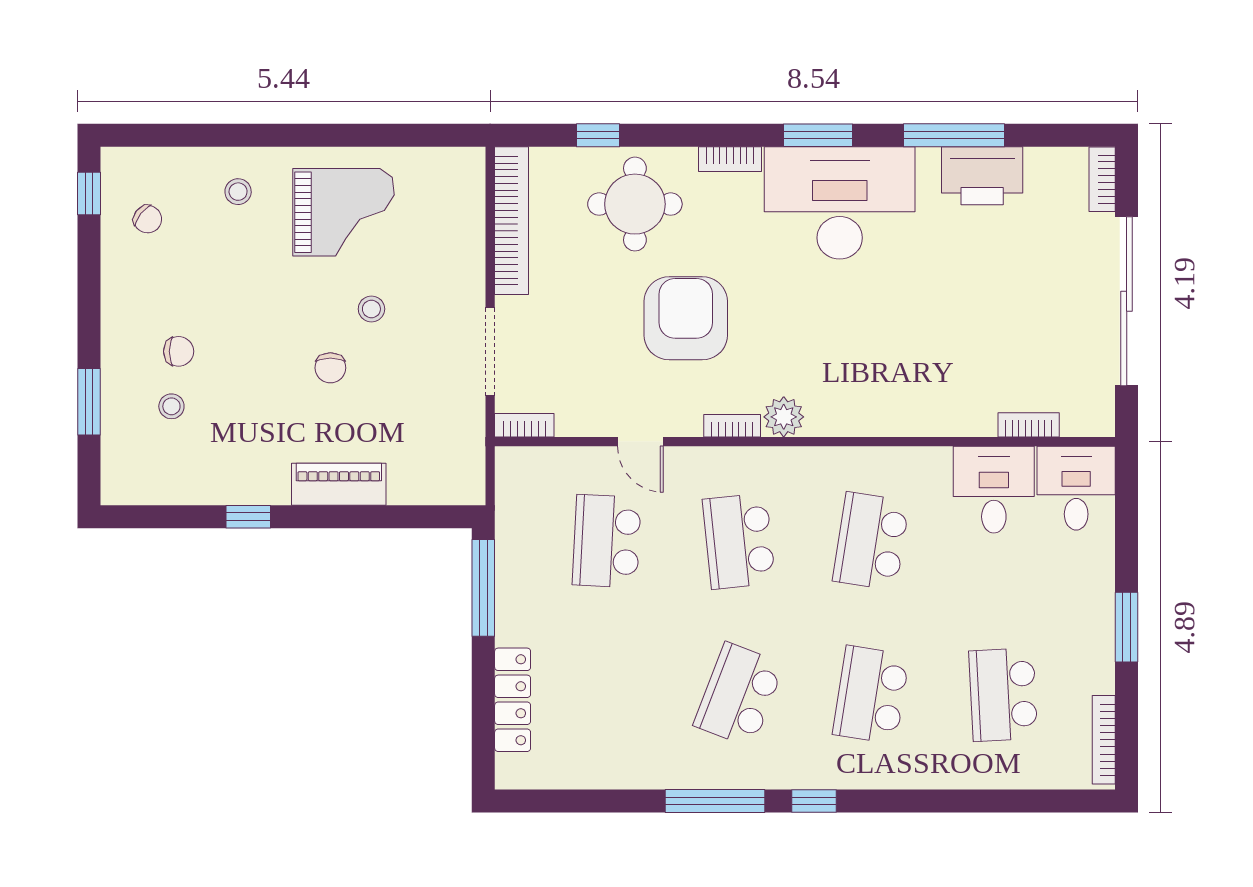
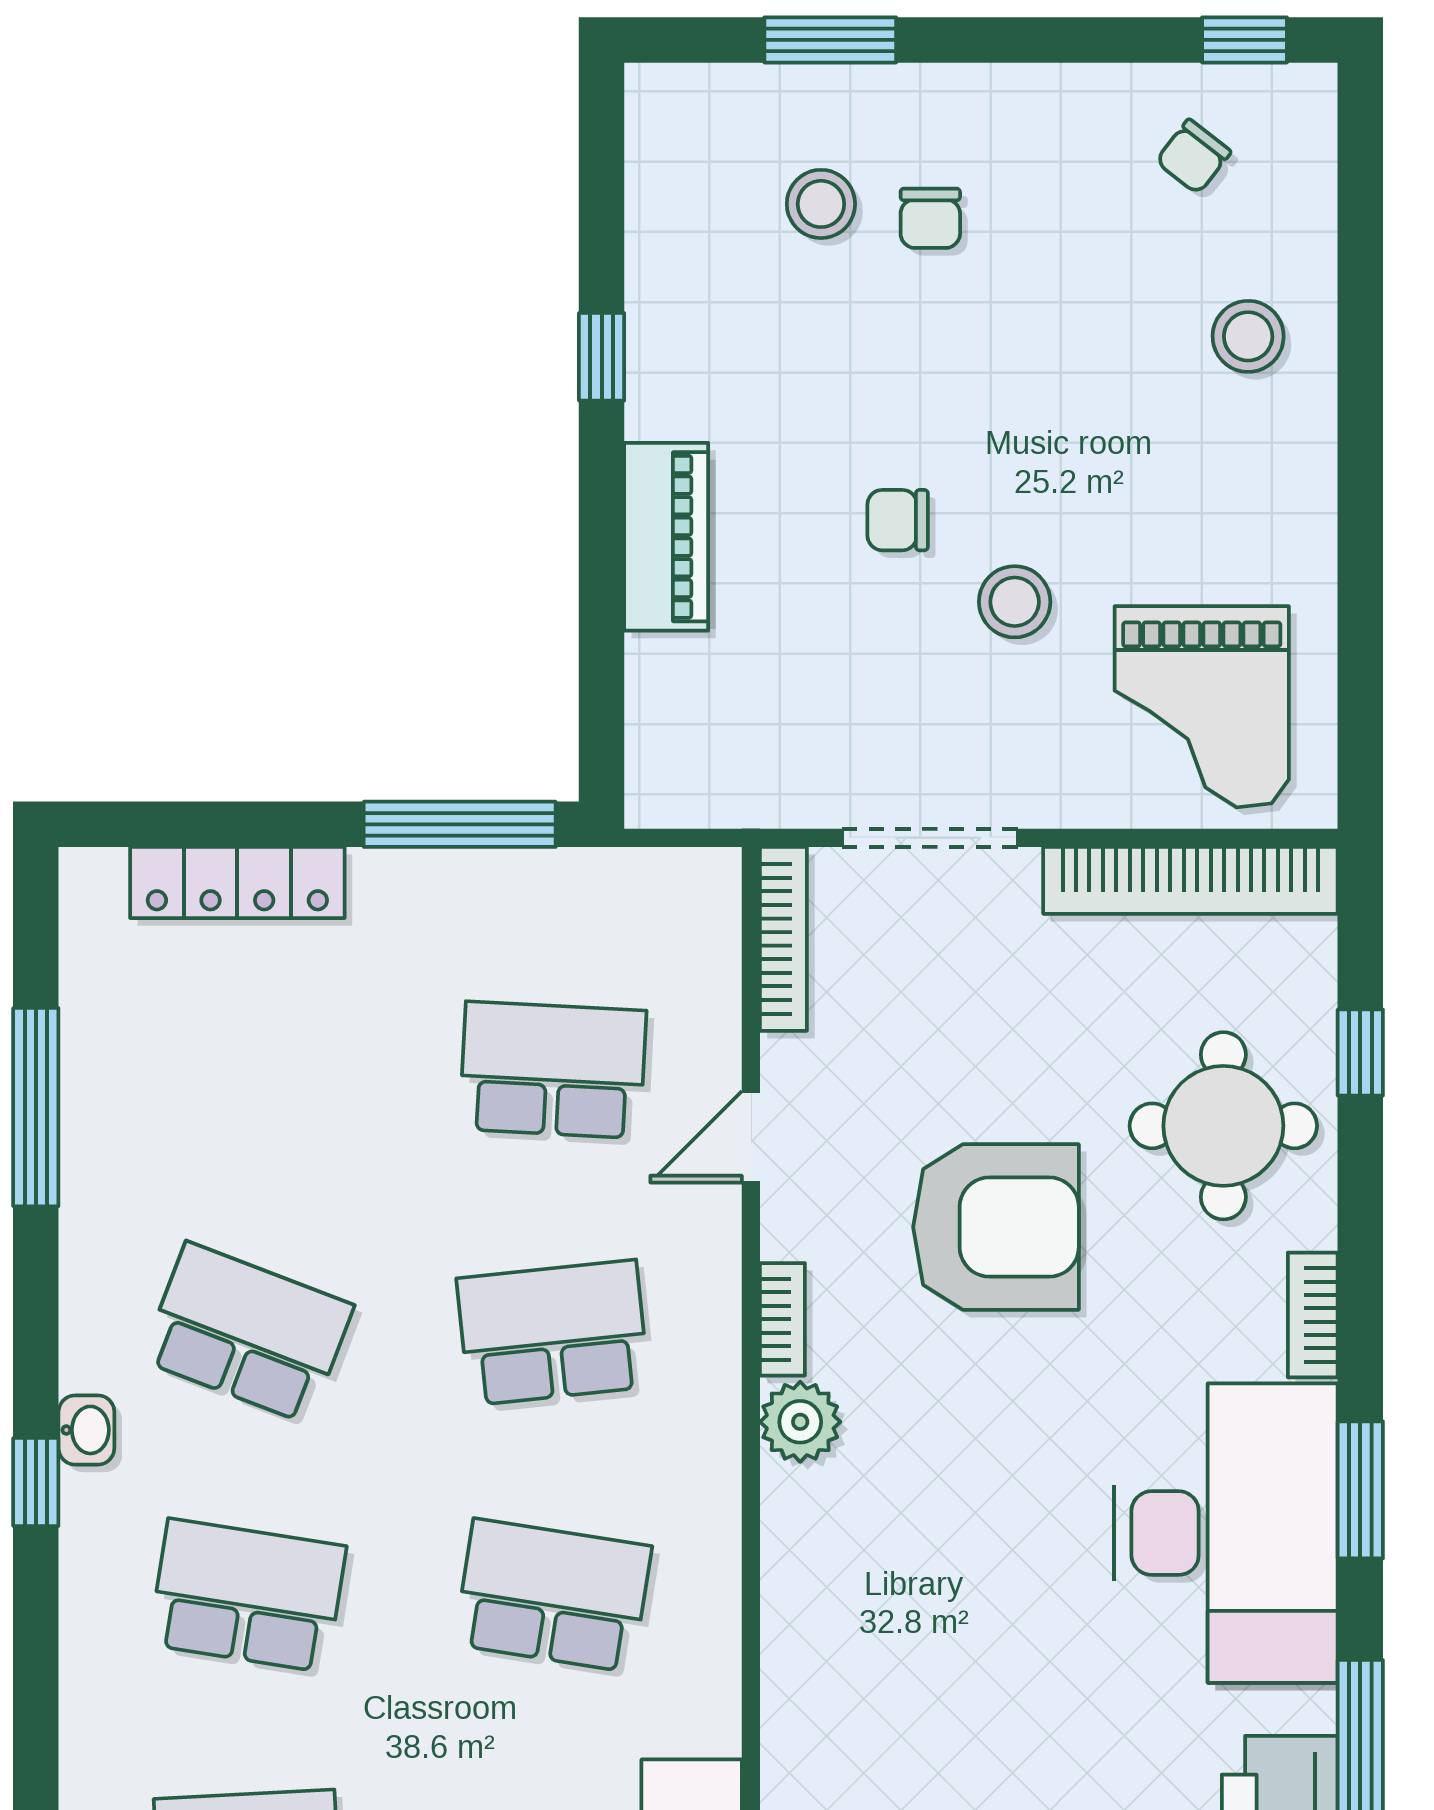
stool: (238, 192) -> (1248, 336), width x1.37, depth x1.37
grand piano: (344, 212) -> (1202, 707), moved
stool: (371, 309) -> (1015, 602), width x1.37, depth x1.37
stool: (171, 406) -> (821, 204), width x1.37, depth x1.37
bookcase: (524, 425) -> (783, 939), width x1.56
washbasin: (788, 776) -> (86, 1430), added
window: (715, 801) -> (36, 1107), moved

